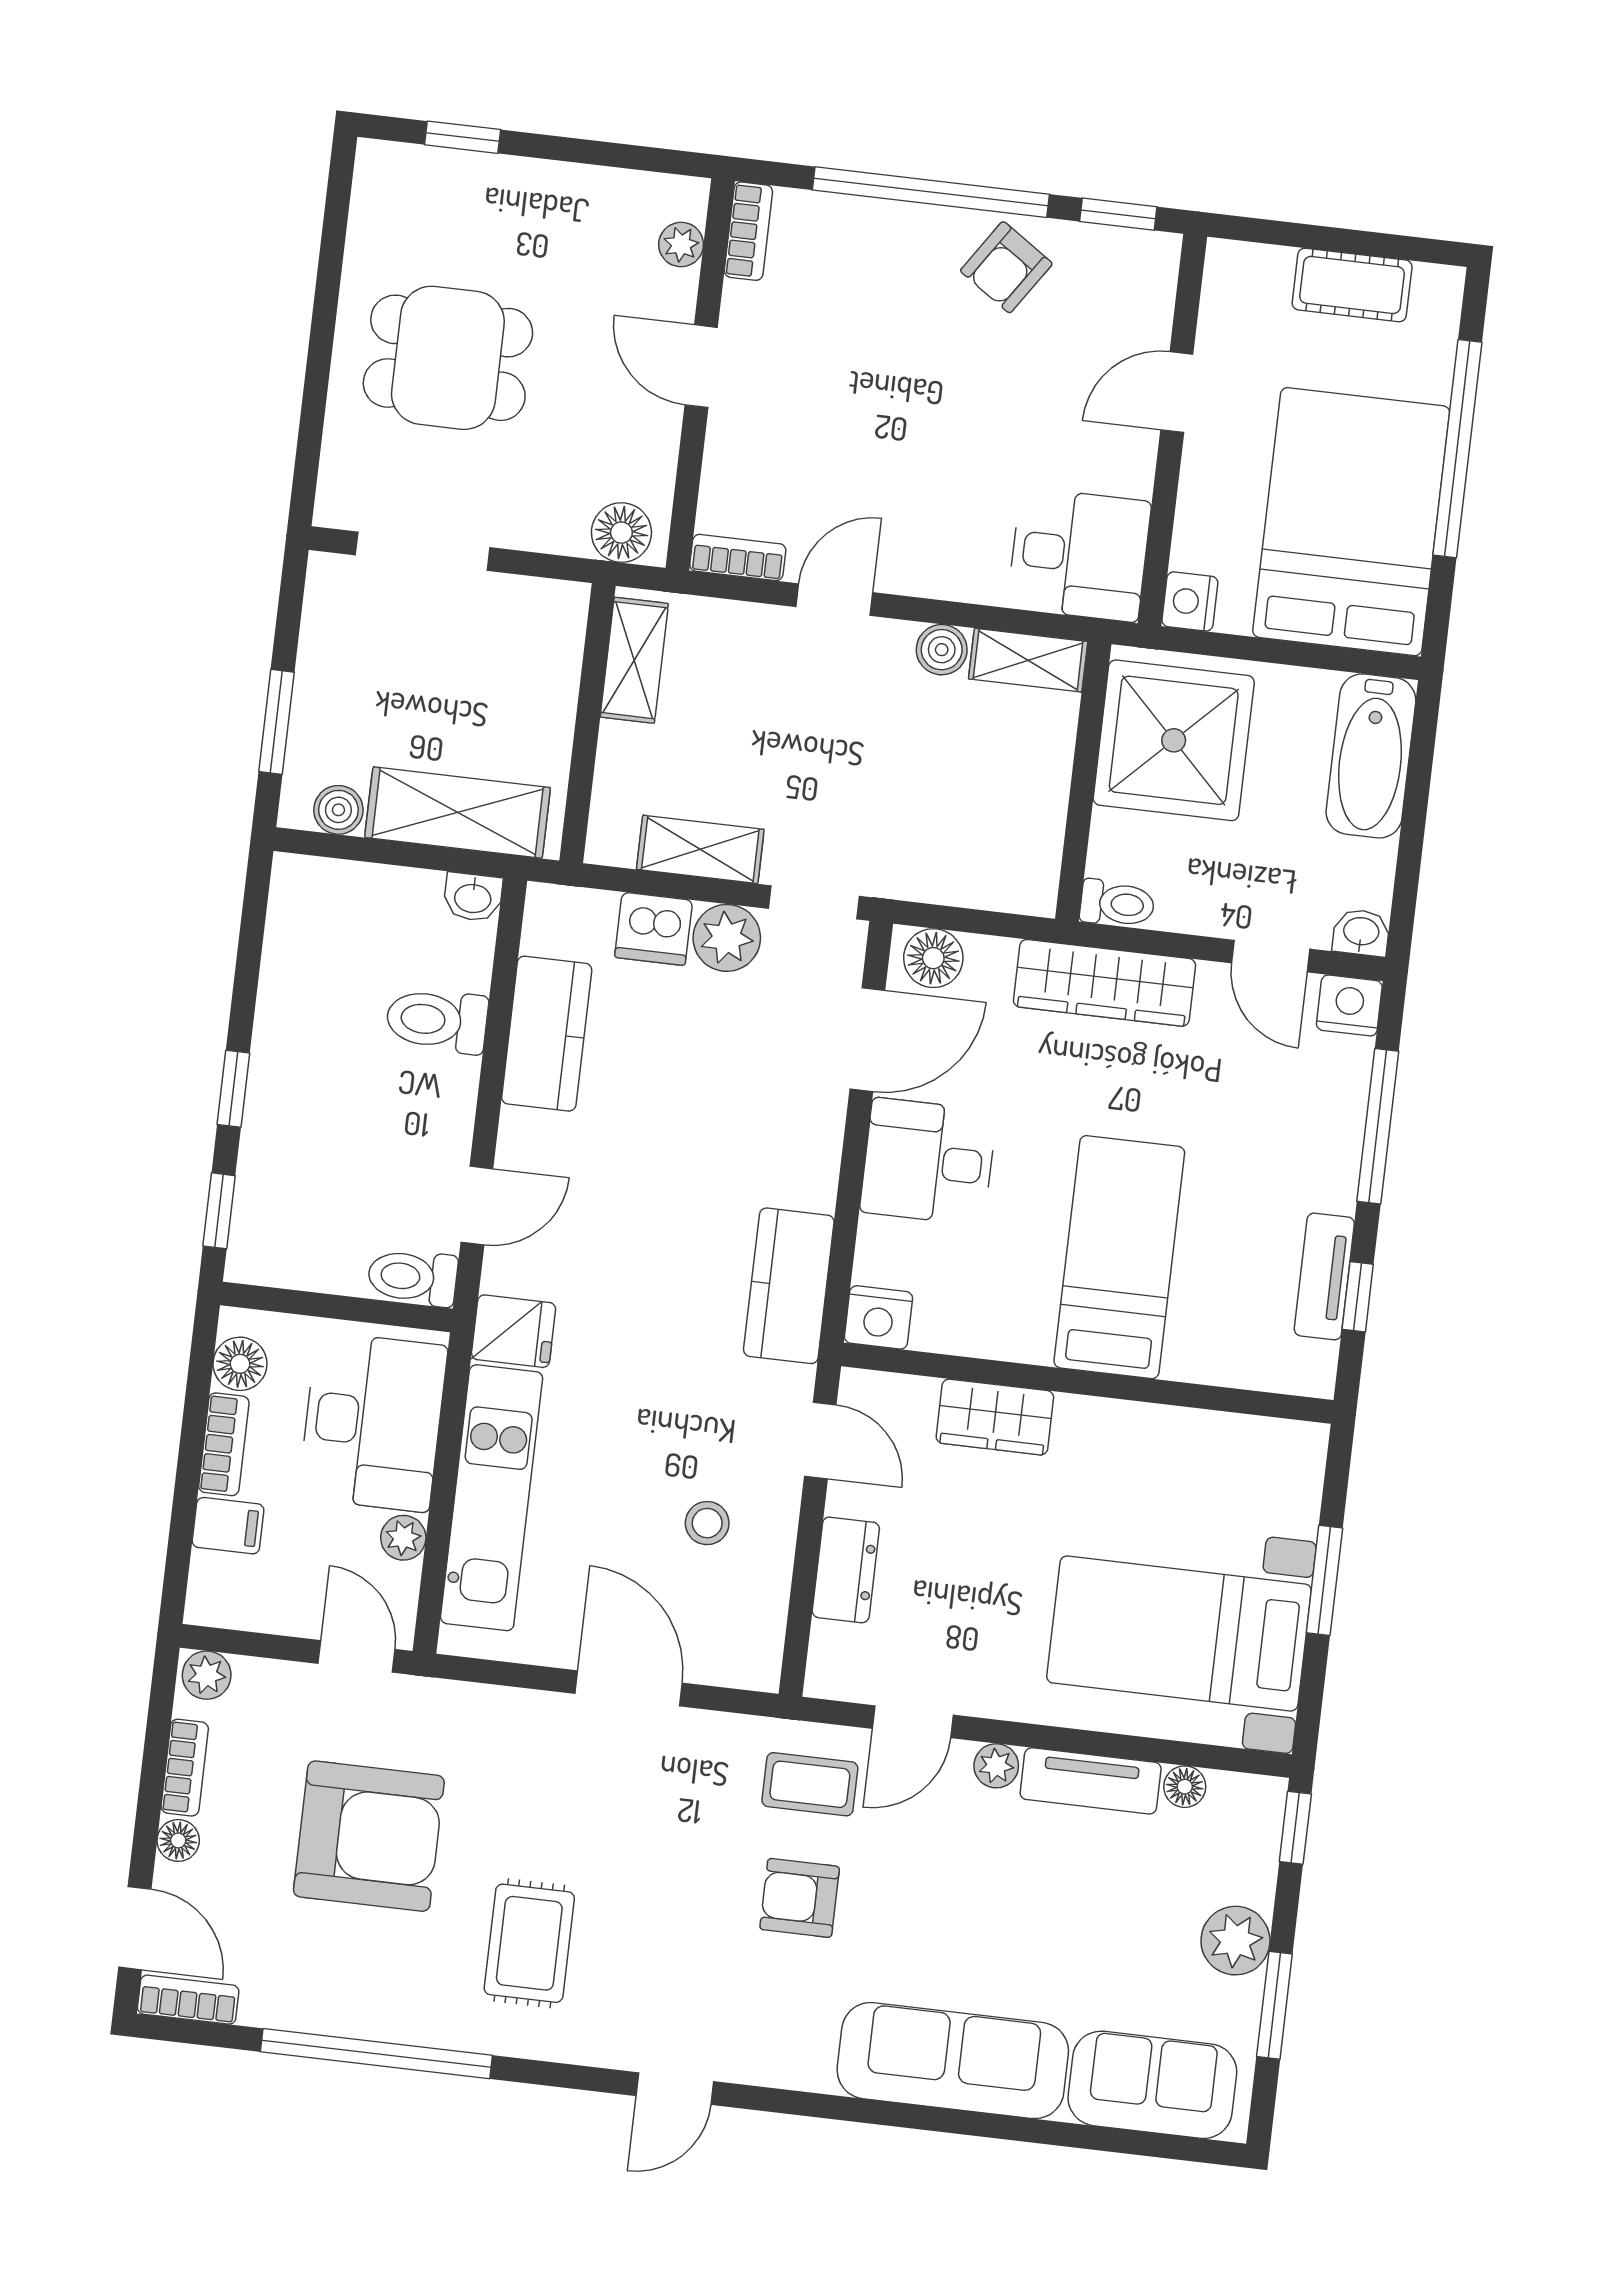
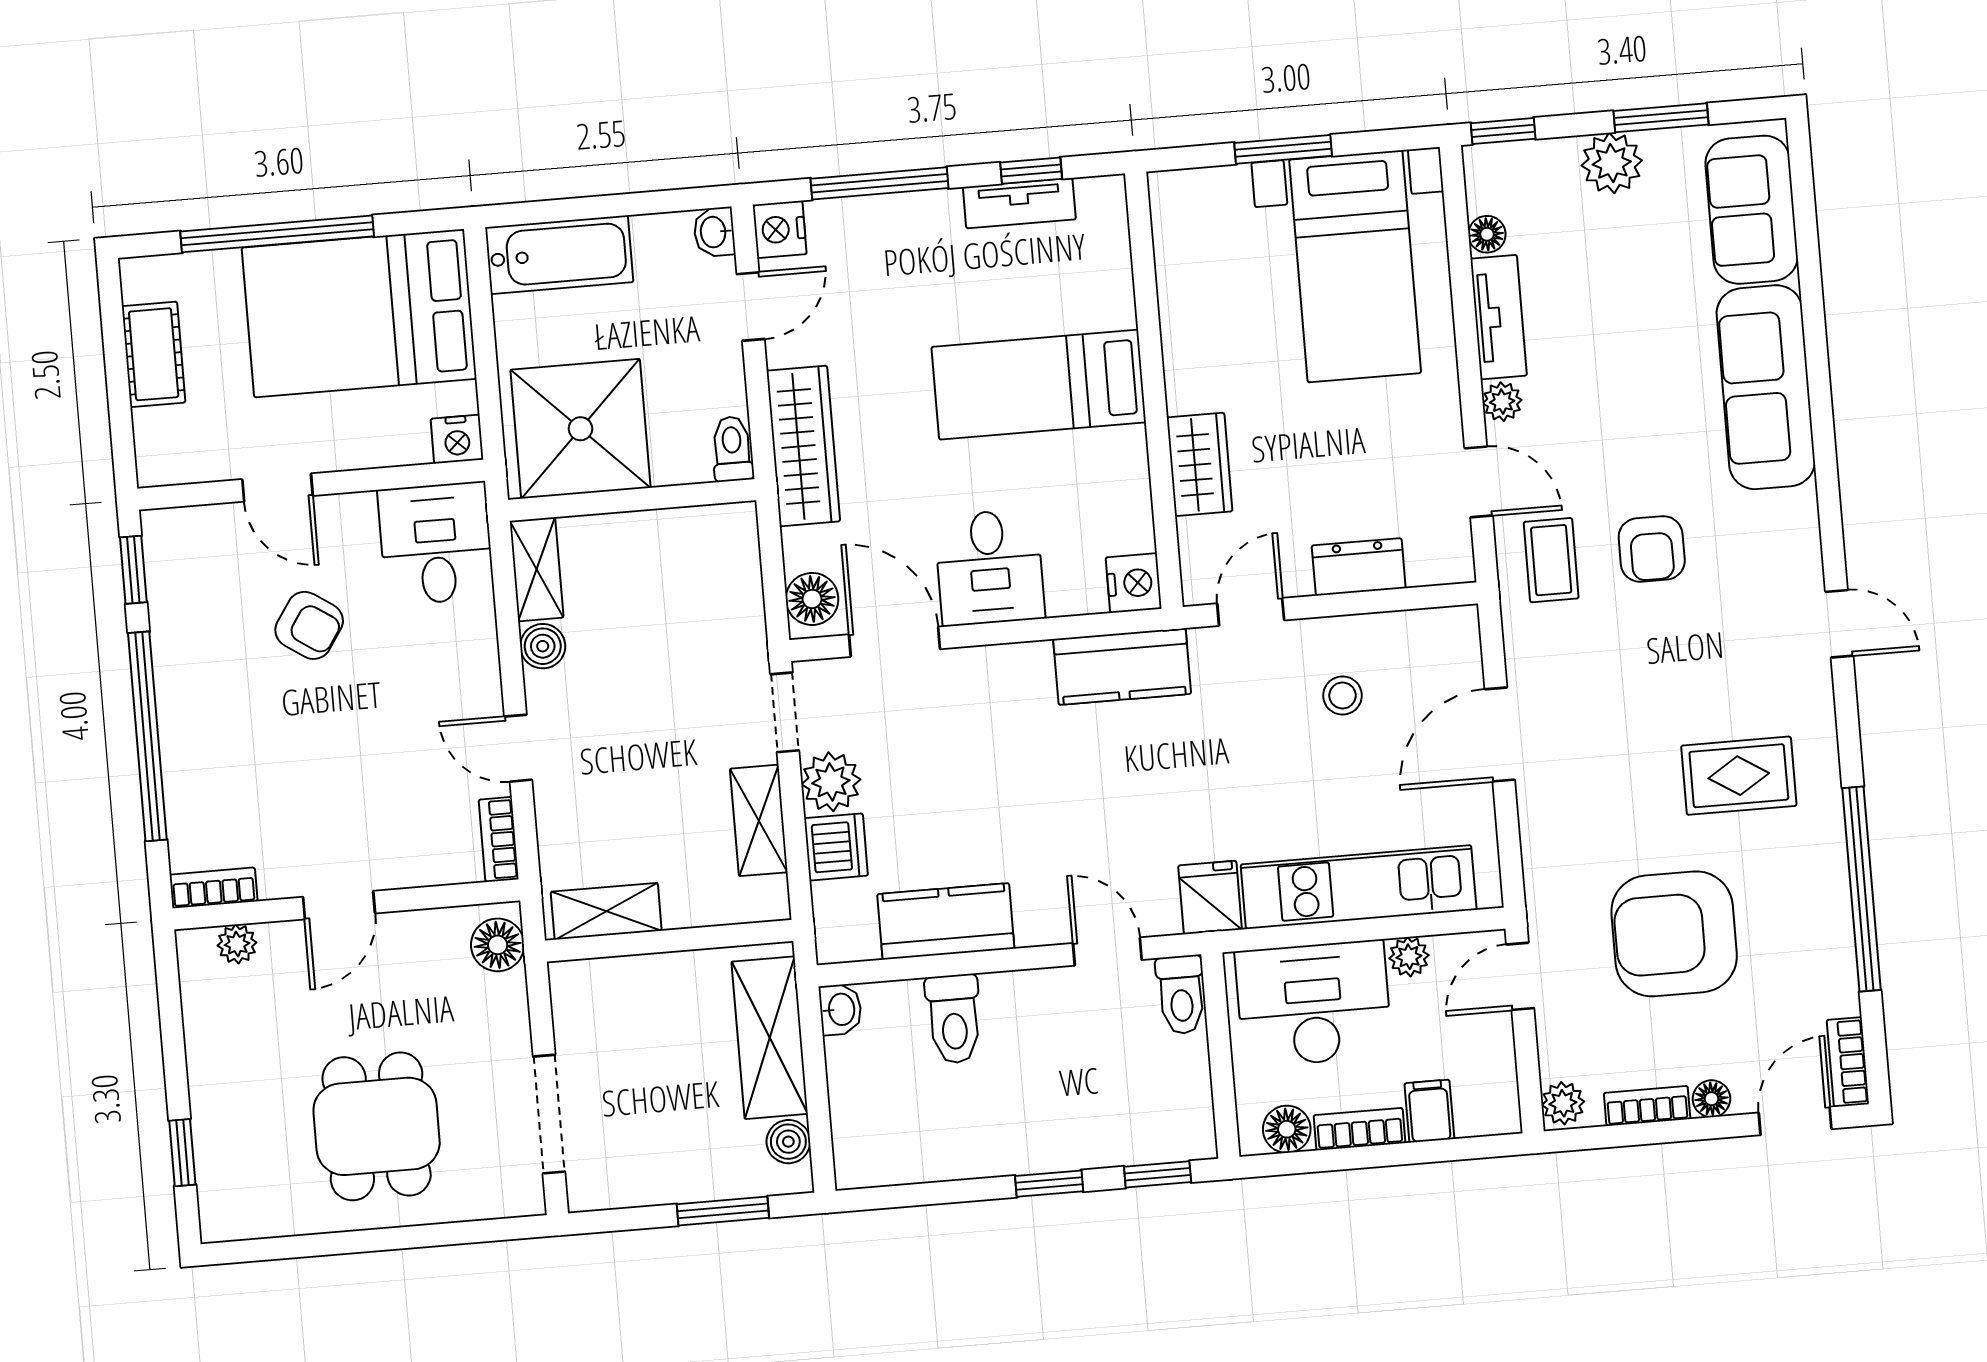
armchair: (1006, 267) -> (309, 625), moved
armchair: (369, 1836) -> (1674, 934), turned -90

